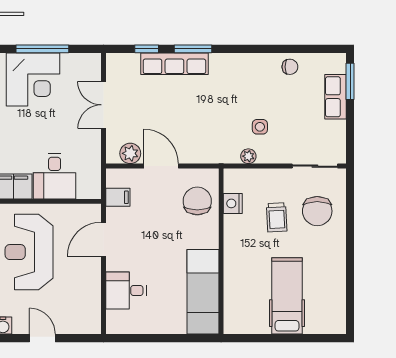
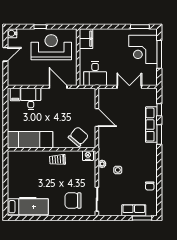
plant: (130, 153) -> (104, 101), removed
door: (161, 166) -> (97, 117), hinge flipped
desk: (55, 176) -> (95, 73), moved, turned -90
filing cabinet: (118, 197) -> (15, 95), moved
chair: (197, 201) -> (78, 137), turned -49
nightstand: (233, 203) -> (88, 156), moved
trolley: (277, 217) -> (57, 160), moved
hospital bed: (287, 296) -> (28, 207), moved

